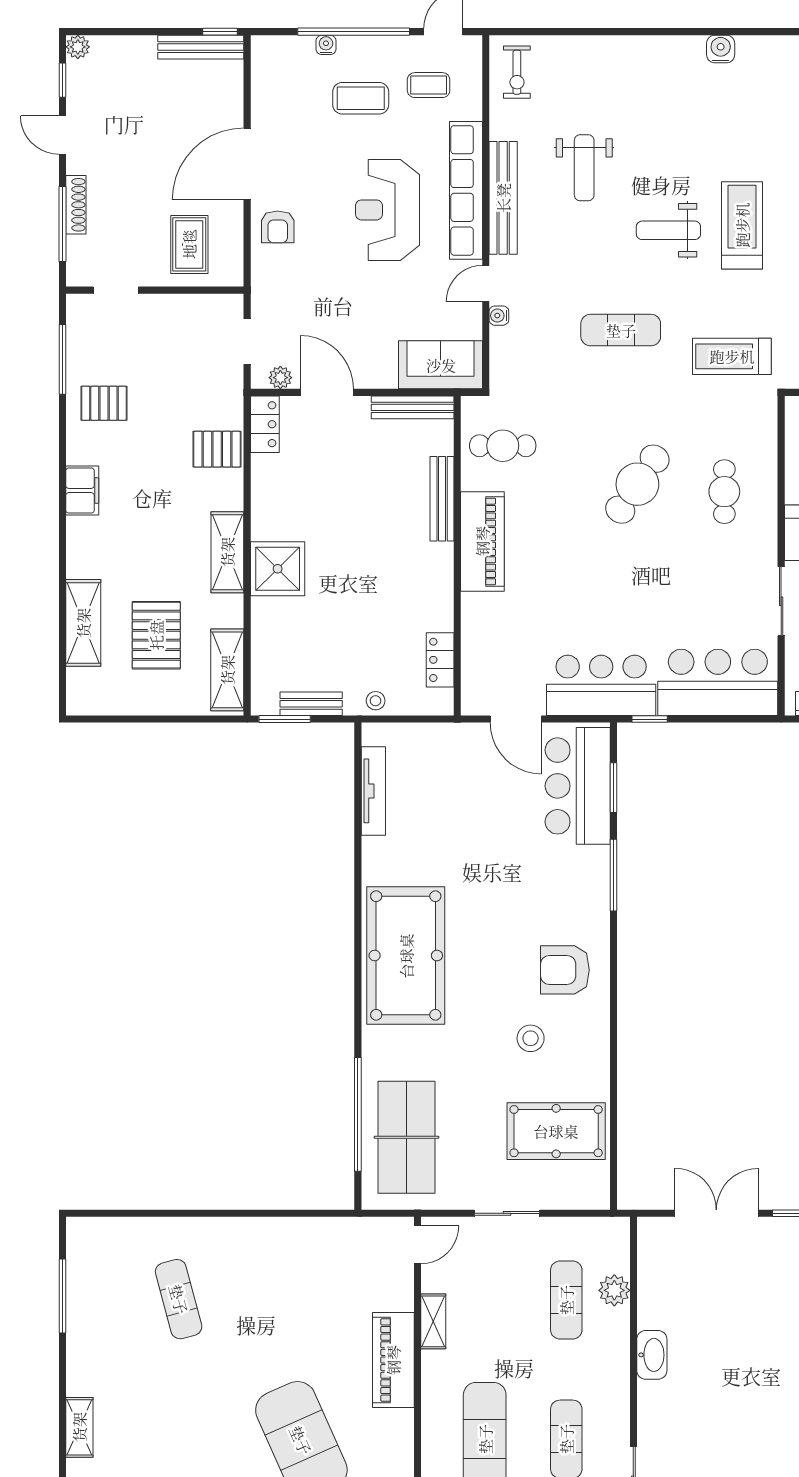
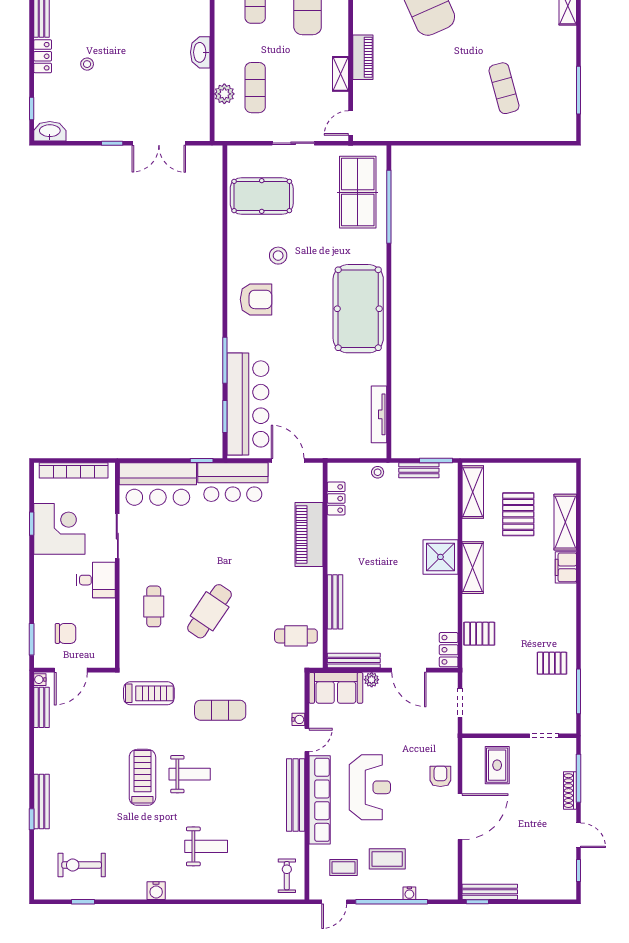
plant: (78, 47) -> (569, 892), removed
weight bench: (584, 168) -> (206, 846), moved, turned 90
treadmill: (742, 225) -> (142, 777), turned 180
plant: (280, 378) -> (372, 680), moved
filing cabinet: (82, 491) -> (566, 567), moved
piano: (482, 541) -> (309, 534), moved
bar counter: (578, 786) -> (248, 404), width x1.36
piano: (393, 1360) -> (363, 57), width x0.73, depth x0.75

